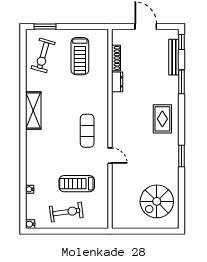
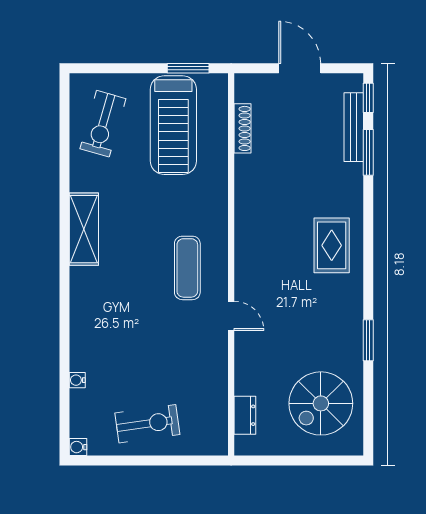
window: (45, 27) -> (188, 68), moved
treadmill: (80, 56) -> (173, 125), width x1.37, depth x1.38
dresser: (117, 82) -> (245, 415), moved
window: (182, 82) -> (368, 152), moved
window: (182, 156) -> (368, 340), moved
treadmill: (77, 184) -> (167, 369), removed

